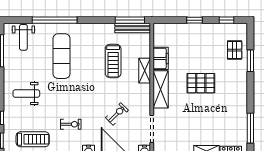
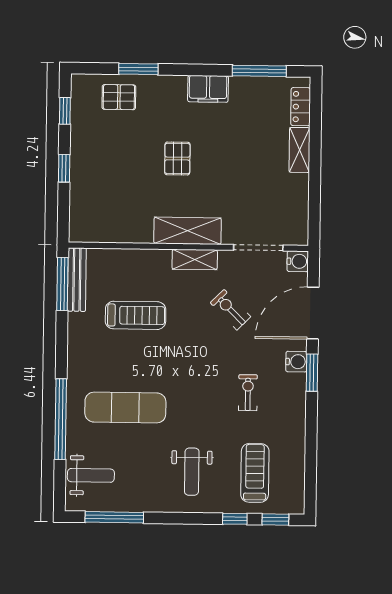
filing cabinet: (161, 58) -> (208, 89), moved, turned 180
shelving: (145, 71) -> (195, 260), moved
pallet: (201, 83) -> (177, 159), width x0.67, depth x0.71
treadmill: (33, 139) -> (255, 473), moved

